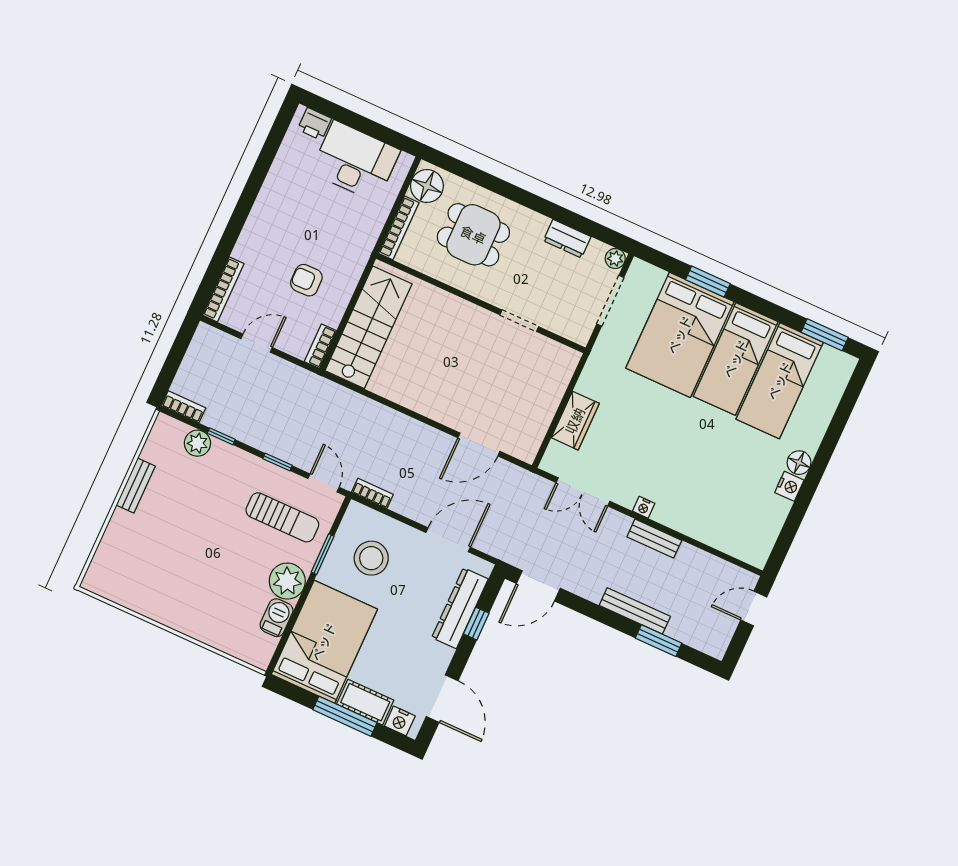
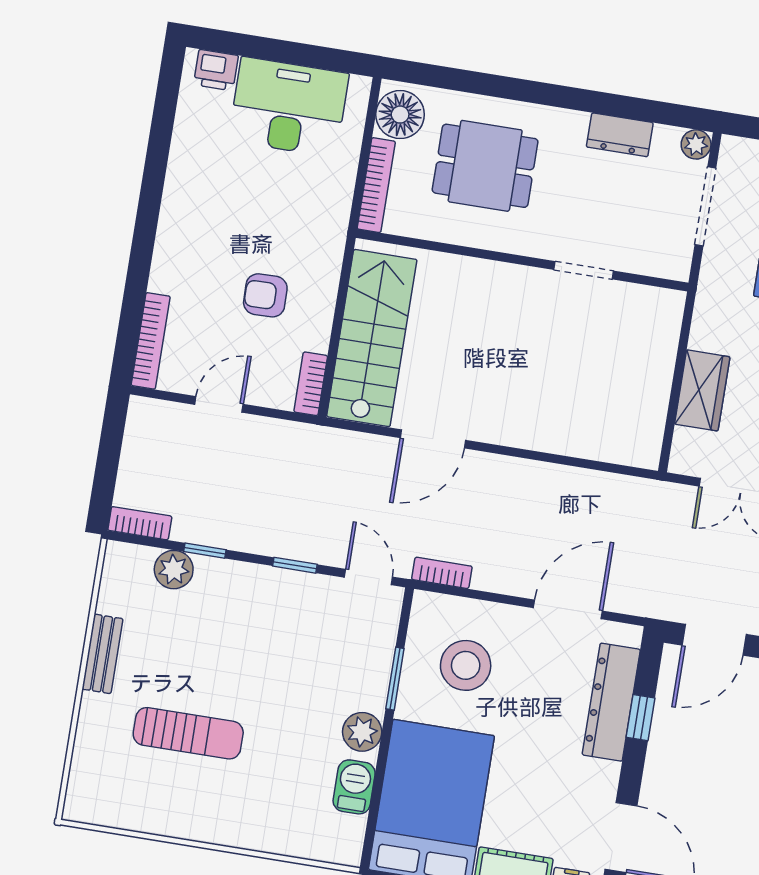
door: (479, 444) -> (433, 439), moved
sun lounger: (282, 517) -> (188, 733), moved
plant: (287, 581) -> (362, 732), width x0.73, depth x0.73

